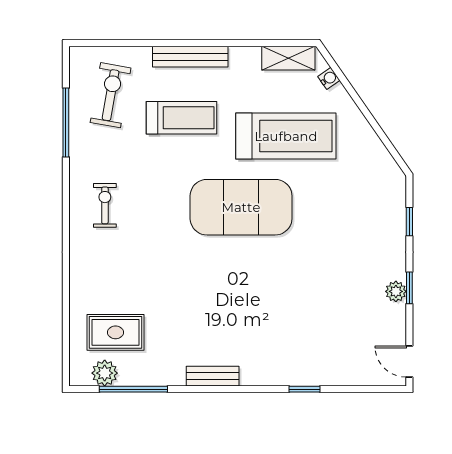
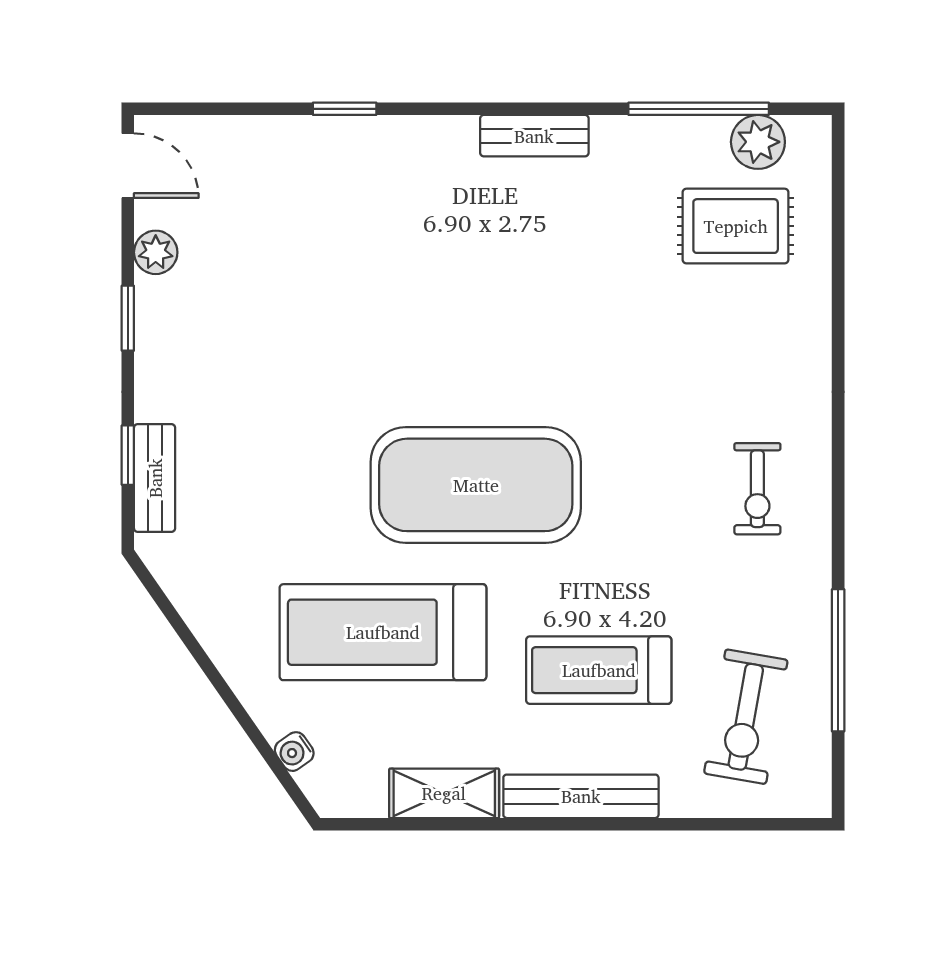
shelving: (288, 58) -> (444, 793), moved
bench: (396, 211) -> (155, 478), added
plant: (396, 291) -> (156, 252), moved

